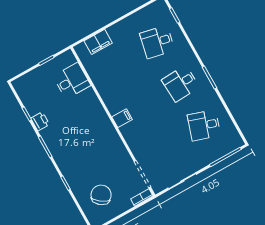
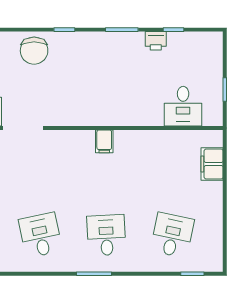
desk: (204, 125) -> (40, 235), turned -30
chair: (101, 195) -> (34, 51), moved, turned 53

